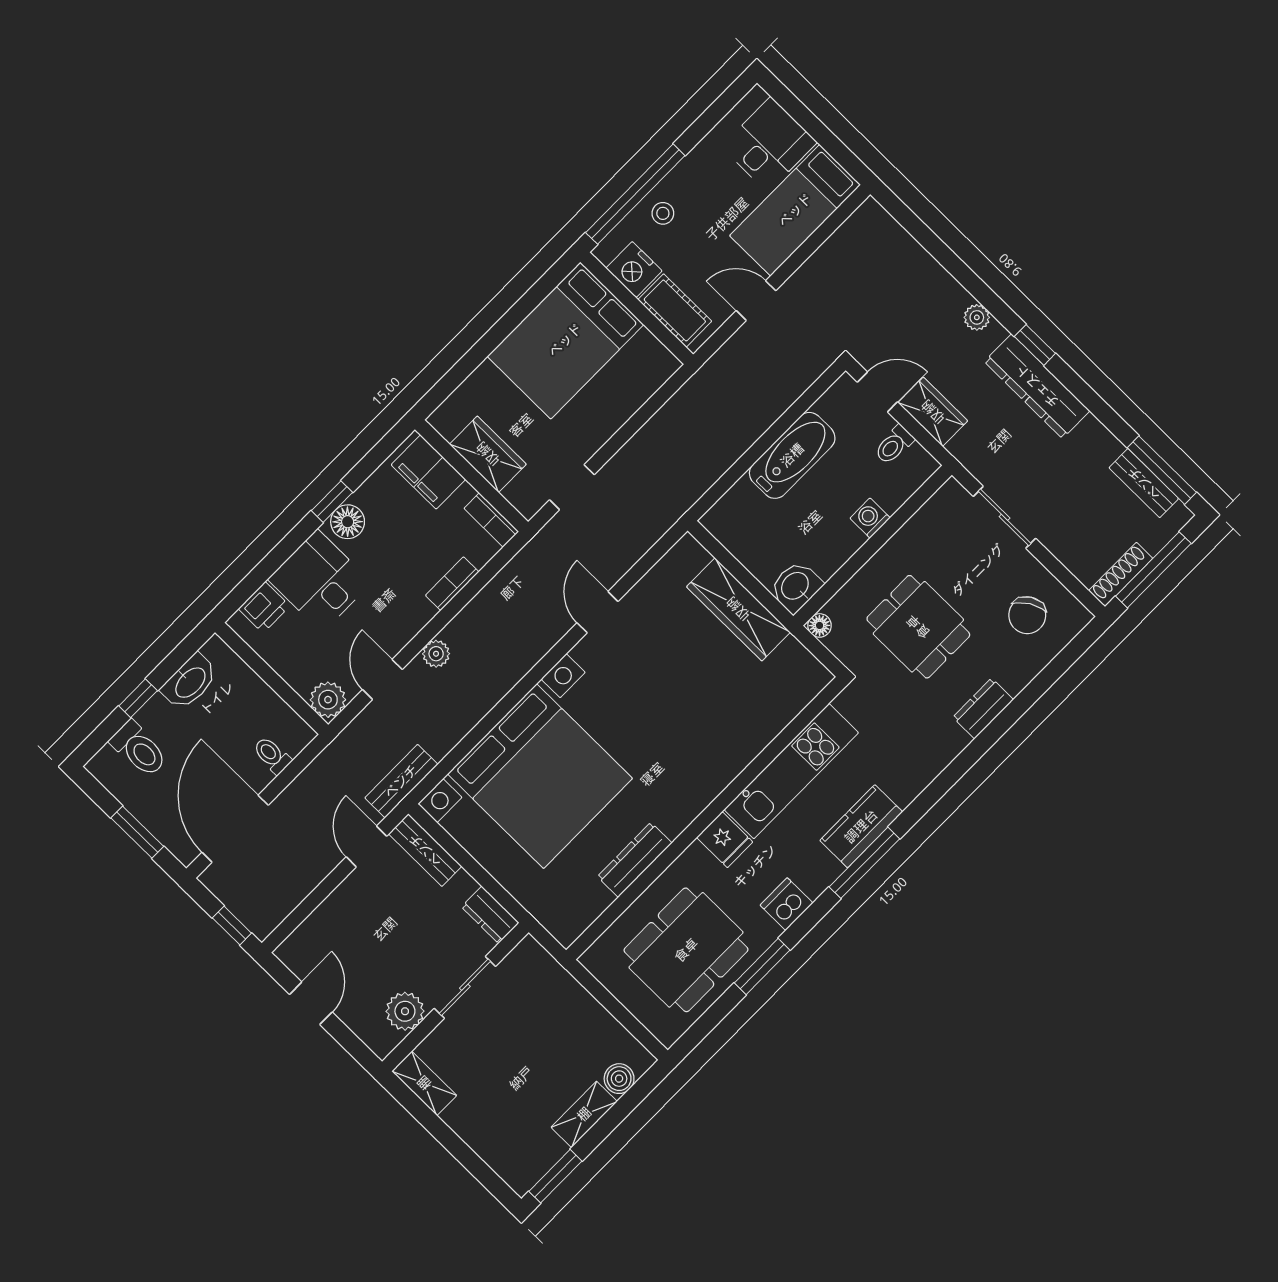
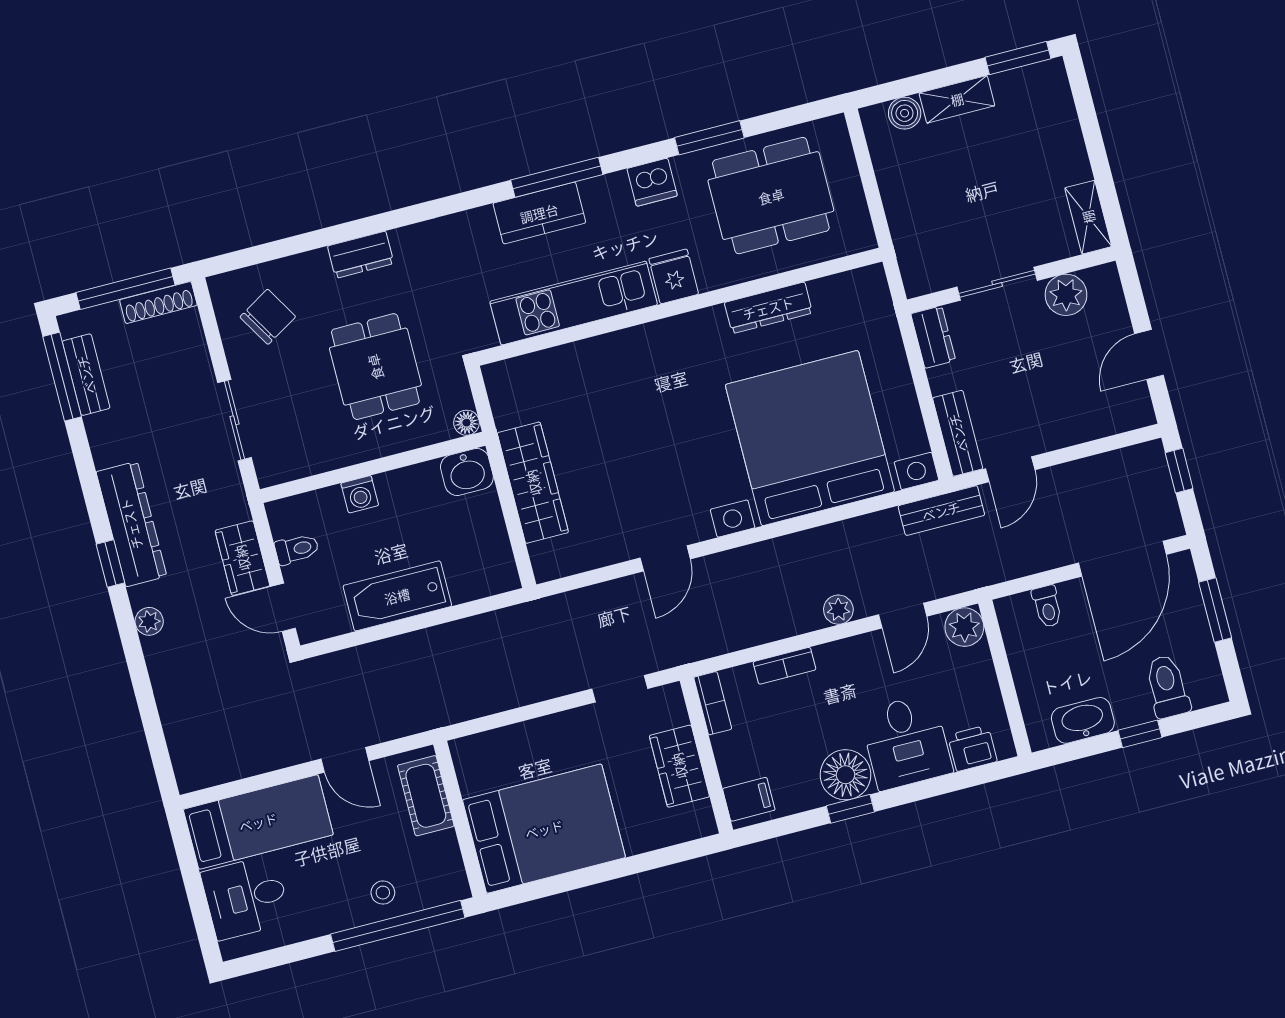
nightstand: (634, 270) -> (441, 856), removed
filing cabinet: (428, 472) -> (749, 799), width x0.50
floor lamp: (348, 522) -> (845, 775), width x1.38, depth x1.38

